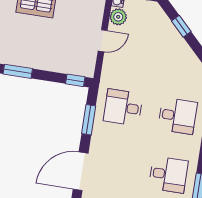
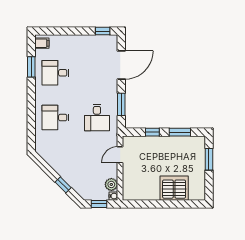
door: (103, 41) -> (120, 155), moved
window: (75, 80) -> (152, 132), moved
desk: (123, 107) -> (97, 118), turned 90

